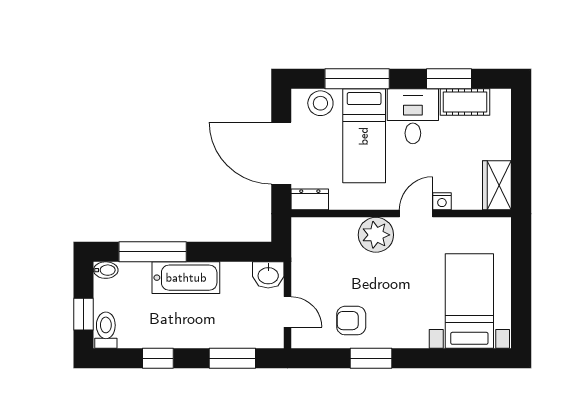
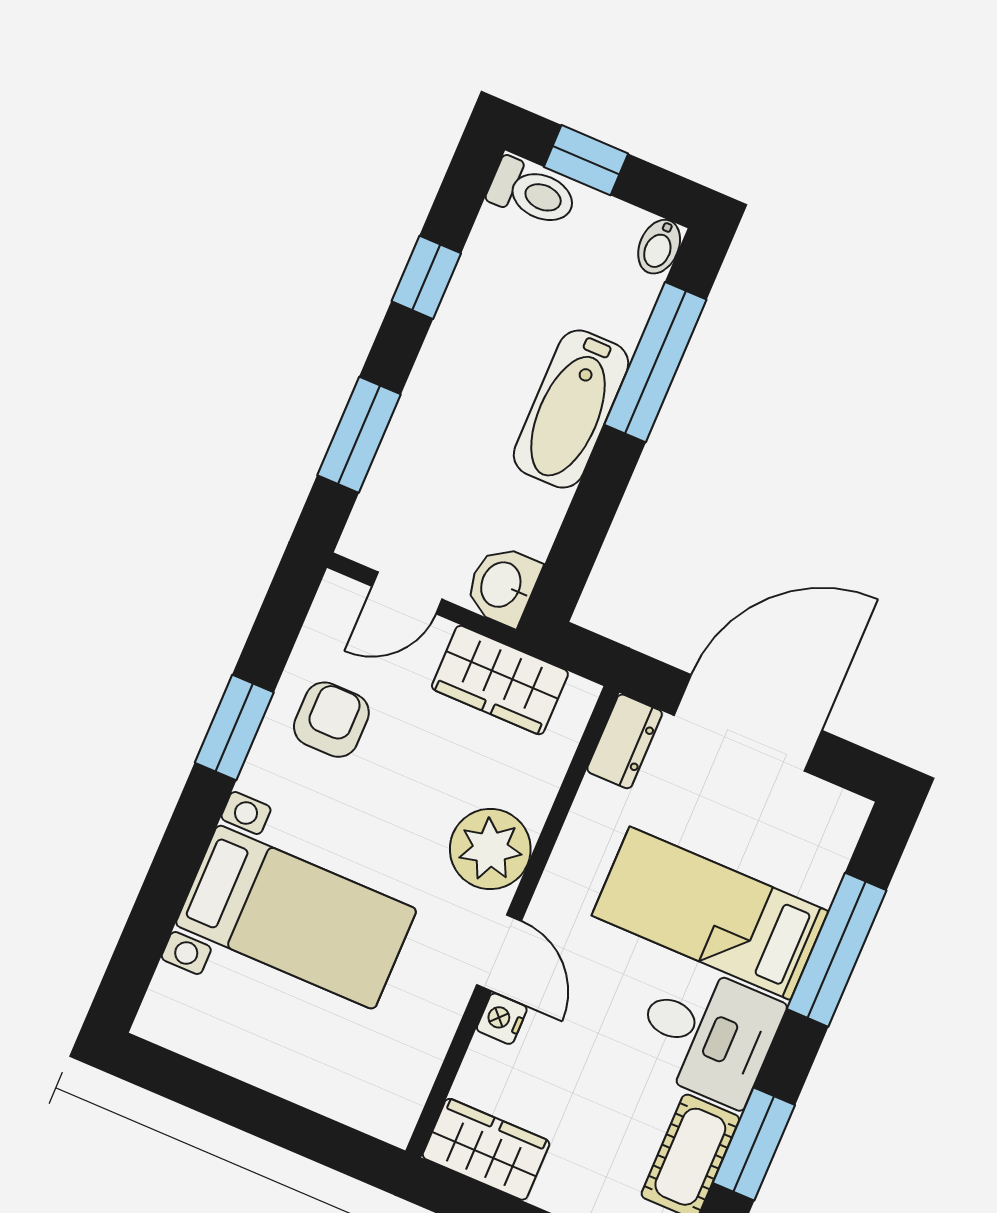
stool: (320, 103) -> (818, 850), removed
wardrobe: (307, 260) -> (500, 680), added
bed with nightstands: (469, 301) -> (296, 917), moved

